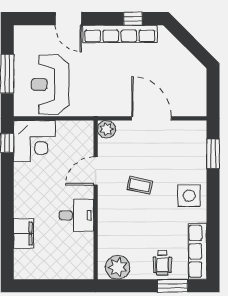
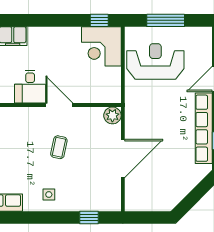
window: (213, 154) -> (89, 217), width x0.67
door: (96, 171) -> (59, 105), moved
side table: (189, 196) -> (49, 195), width x0.54, depth x0.54

